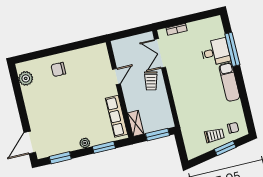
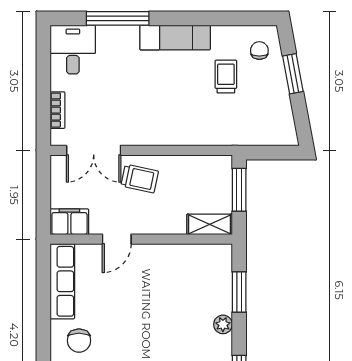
filing cabinet: (120, 50) -> (69, 222), added
desk: (216, 52) -> (73, 50), moved
door: (116, 77) -> (117, 239), swing flipped
row of seats: (117, 116) -> (62, 281), moved, turned -90
trolley: (214, 135) -> (226, 77), moved

